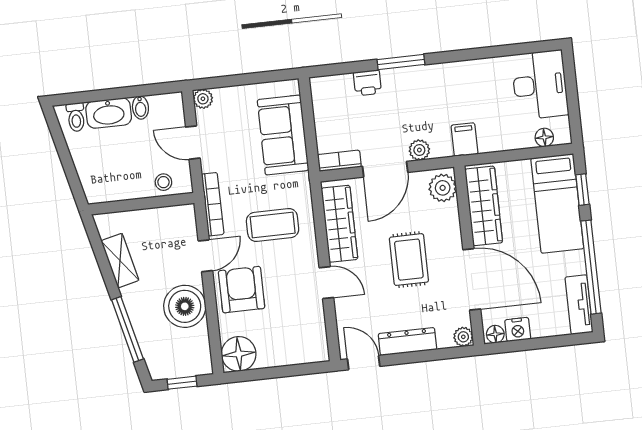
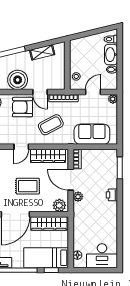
window: (401, 62) -> (120, 168), moved
printer: (367, 83) -> (112, 195), moved
filing cabinet: (464, 140) -> (81, 218), removed
coffee table: (273, 225) -> (51, 125), turned 62
armchair: (242, 290) -> (22, 107), turned 180

